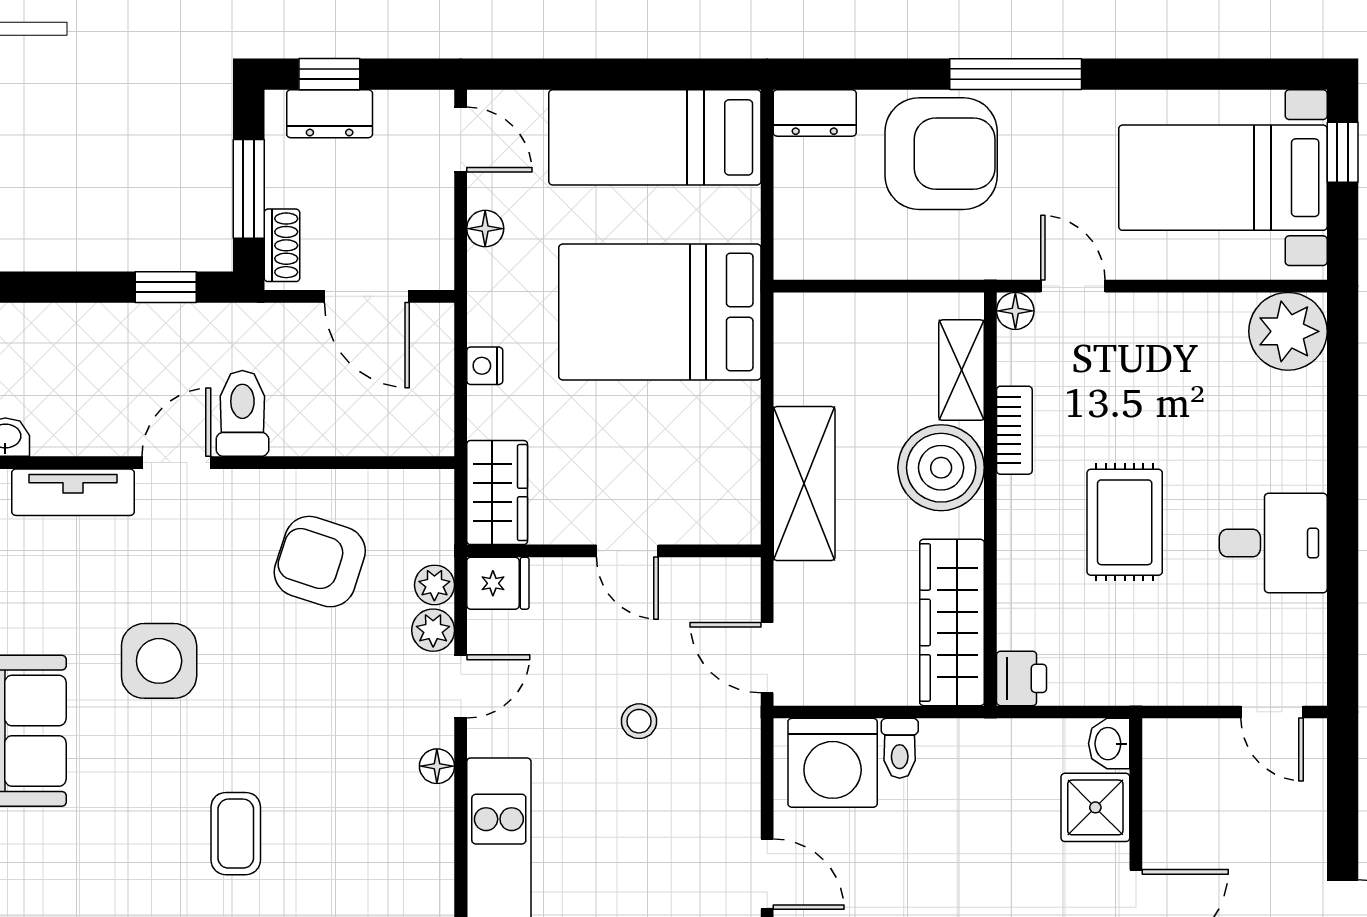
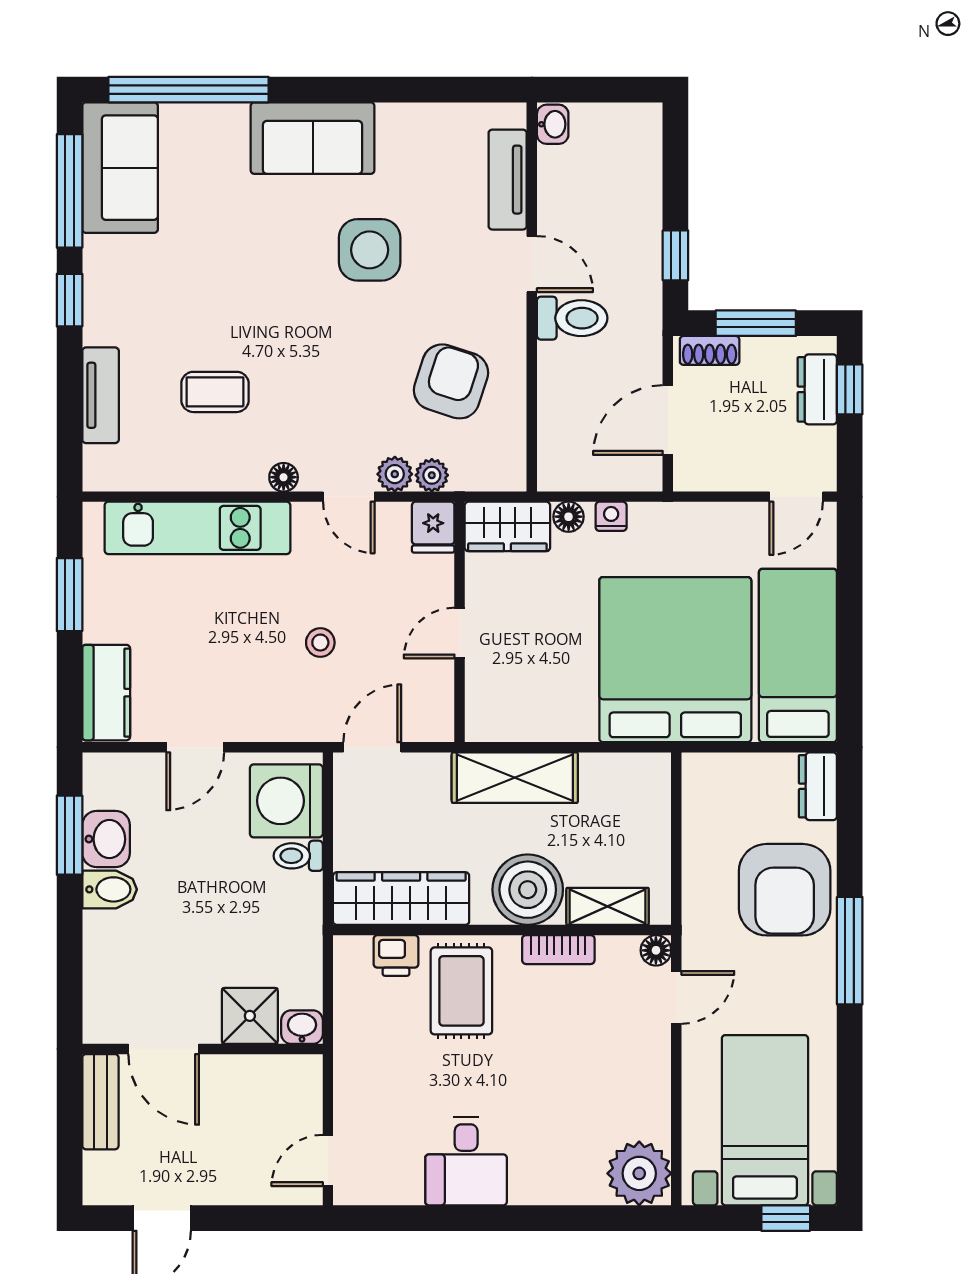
floor lamp: (485, 229) -> (569, 517), moved
bed: (660, 312) -> (675, 660), width x1.36
rug: (1125, 522) -> (461, 991), moved, turned 90
printer: (1022, 678) -> (396, 955), moved
coffee table: (236, 834) -> (215, 392), moved

